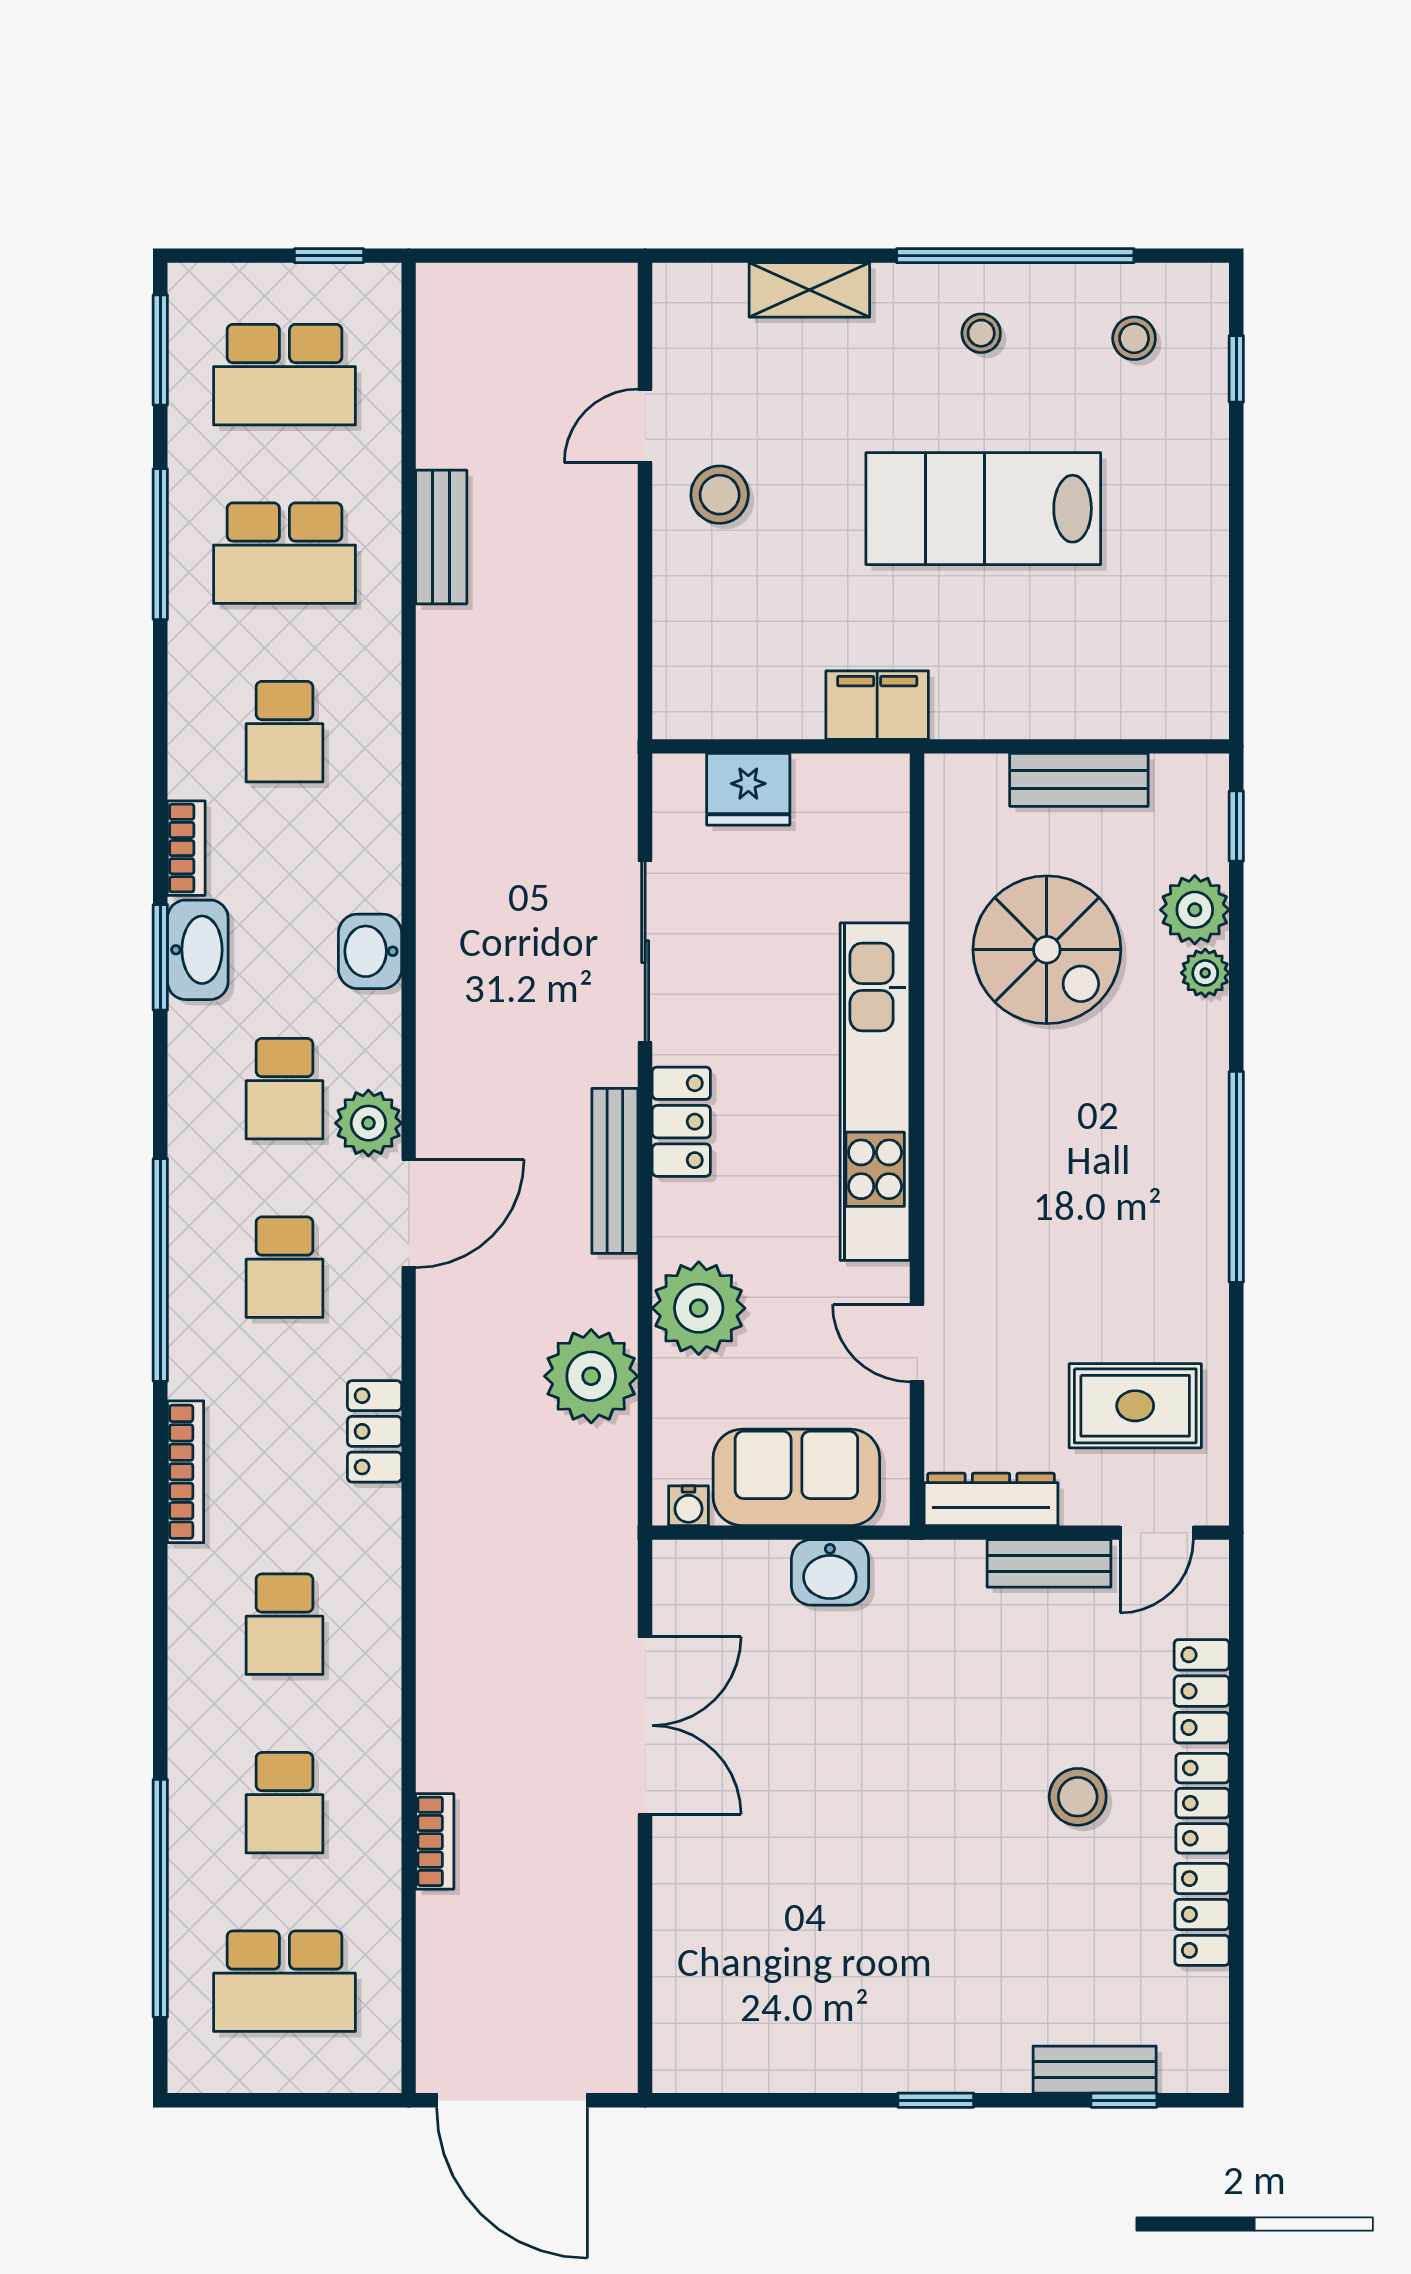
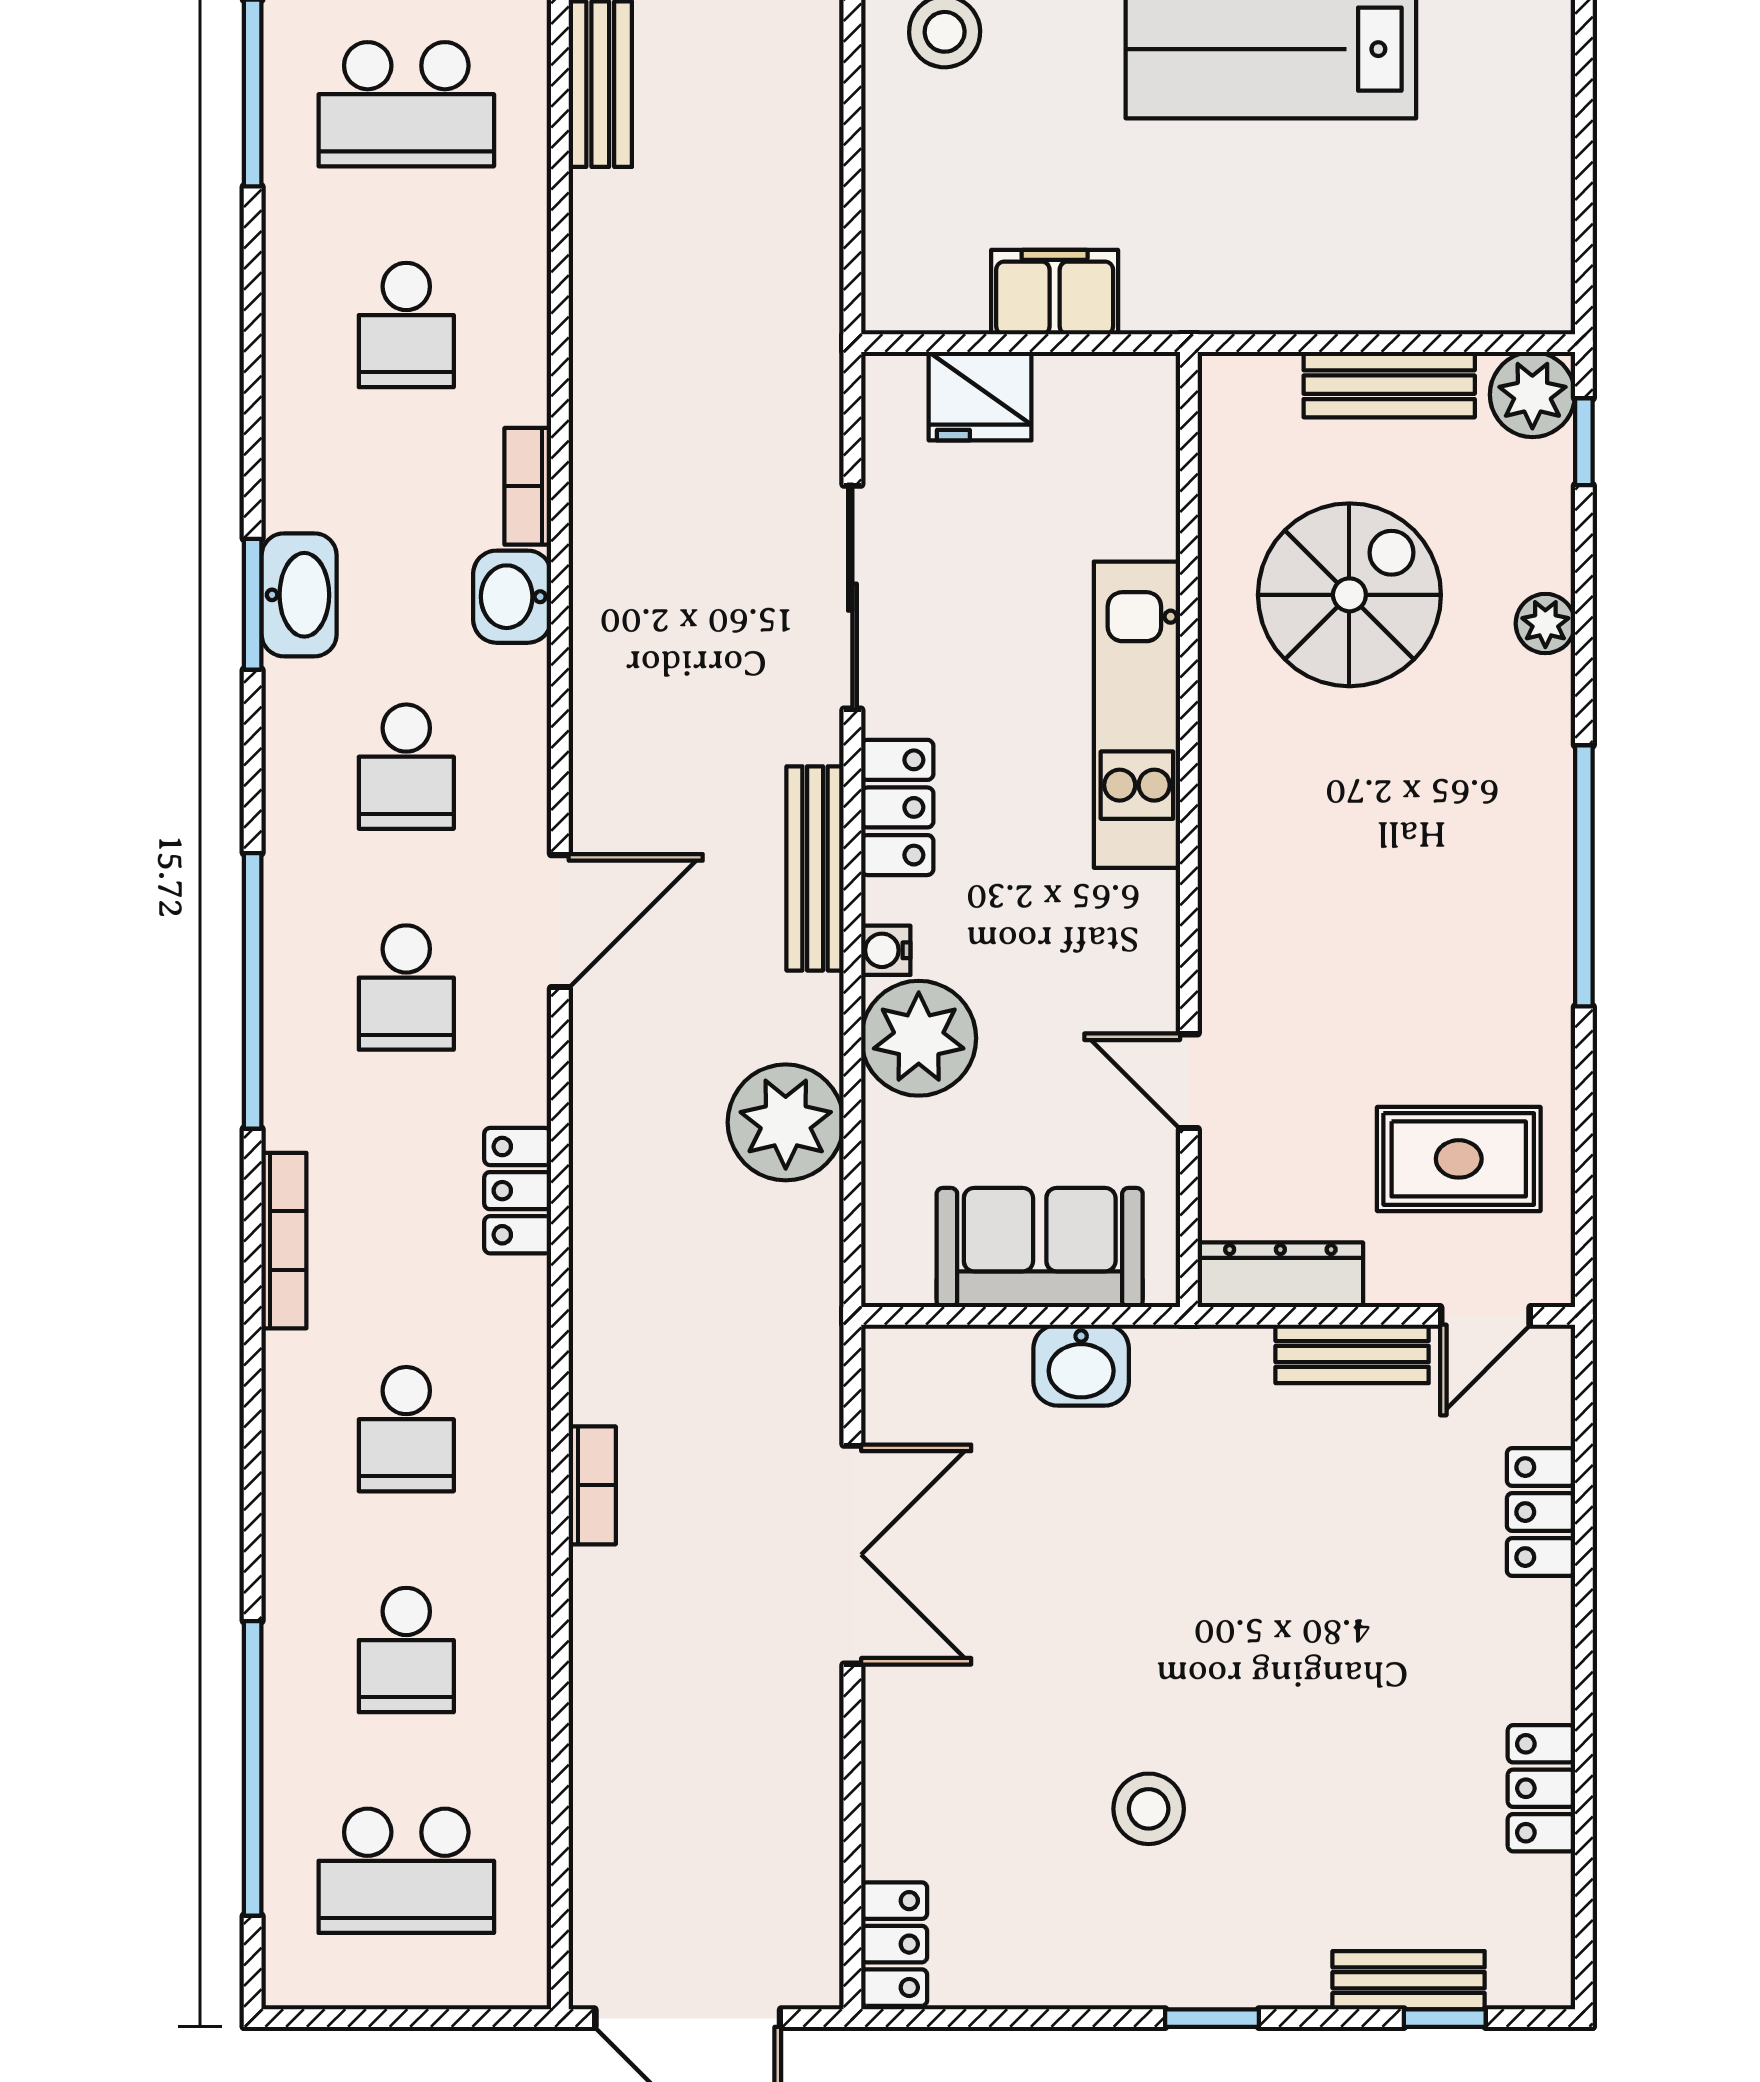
filing cabinet: (877, 705) -> (1055, 292), moved
bookcase: (186, 848) -> (528, 486), moved, turned 180
plant: (1195, 910) -> (1532, 395), moved
spiral stairs: (1047, 950) -> (1349, 595), turned -90
kitchen unit: (875, 1092) -> (1137, 715), width x0.73
plant: (368, 1123) -> (510, 809), removed
water cooler: (689, 1506) -> (886, 950), moved, turned 90
stool: (1078, 1797) -> (1149, 1809), moved
locker: (1203, 1803) -> (894, 1944), moved, turned 180
bookcase: (435, 1841) -> (592, 1485), moved

